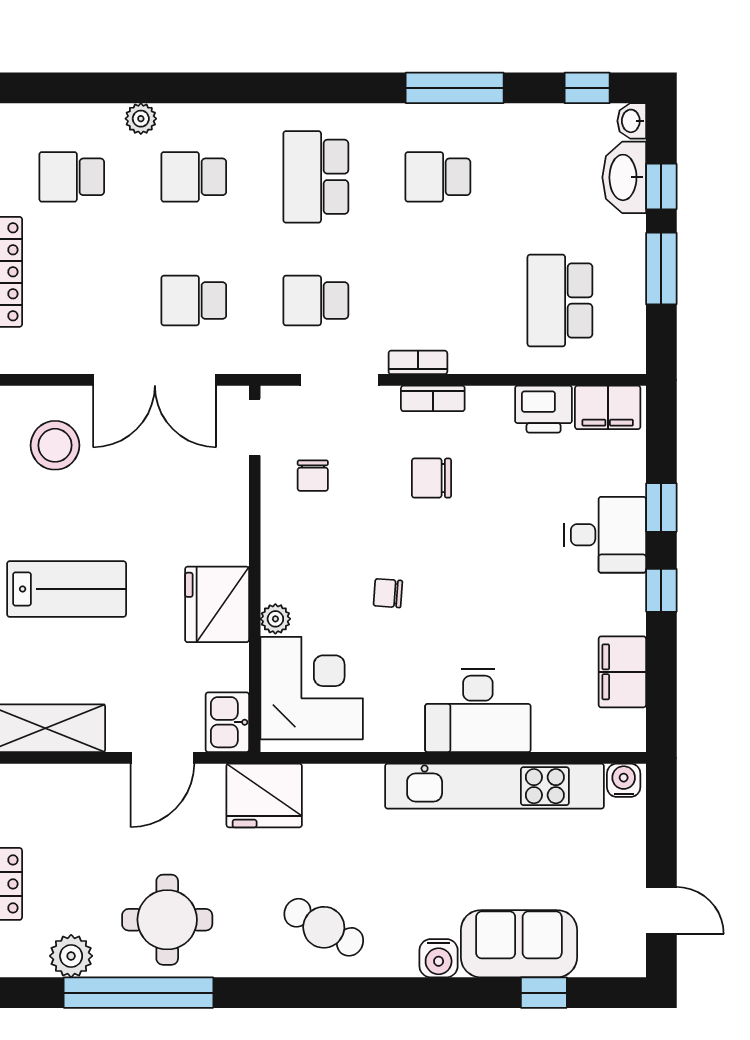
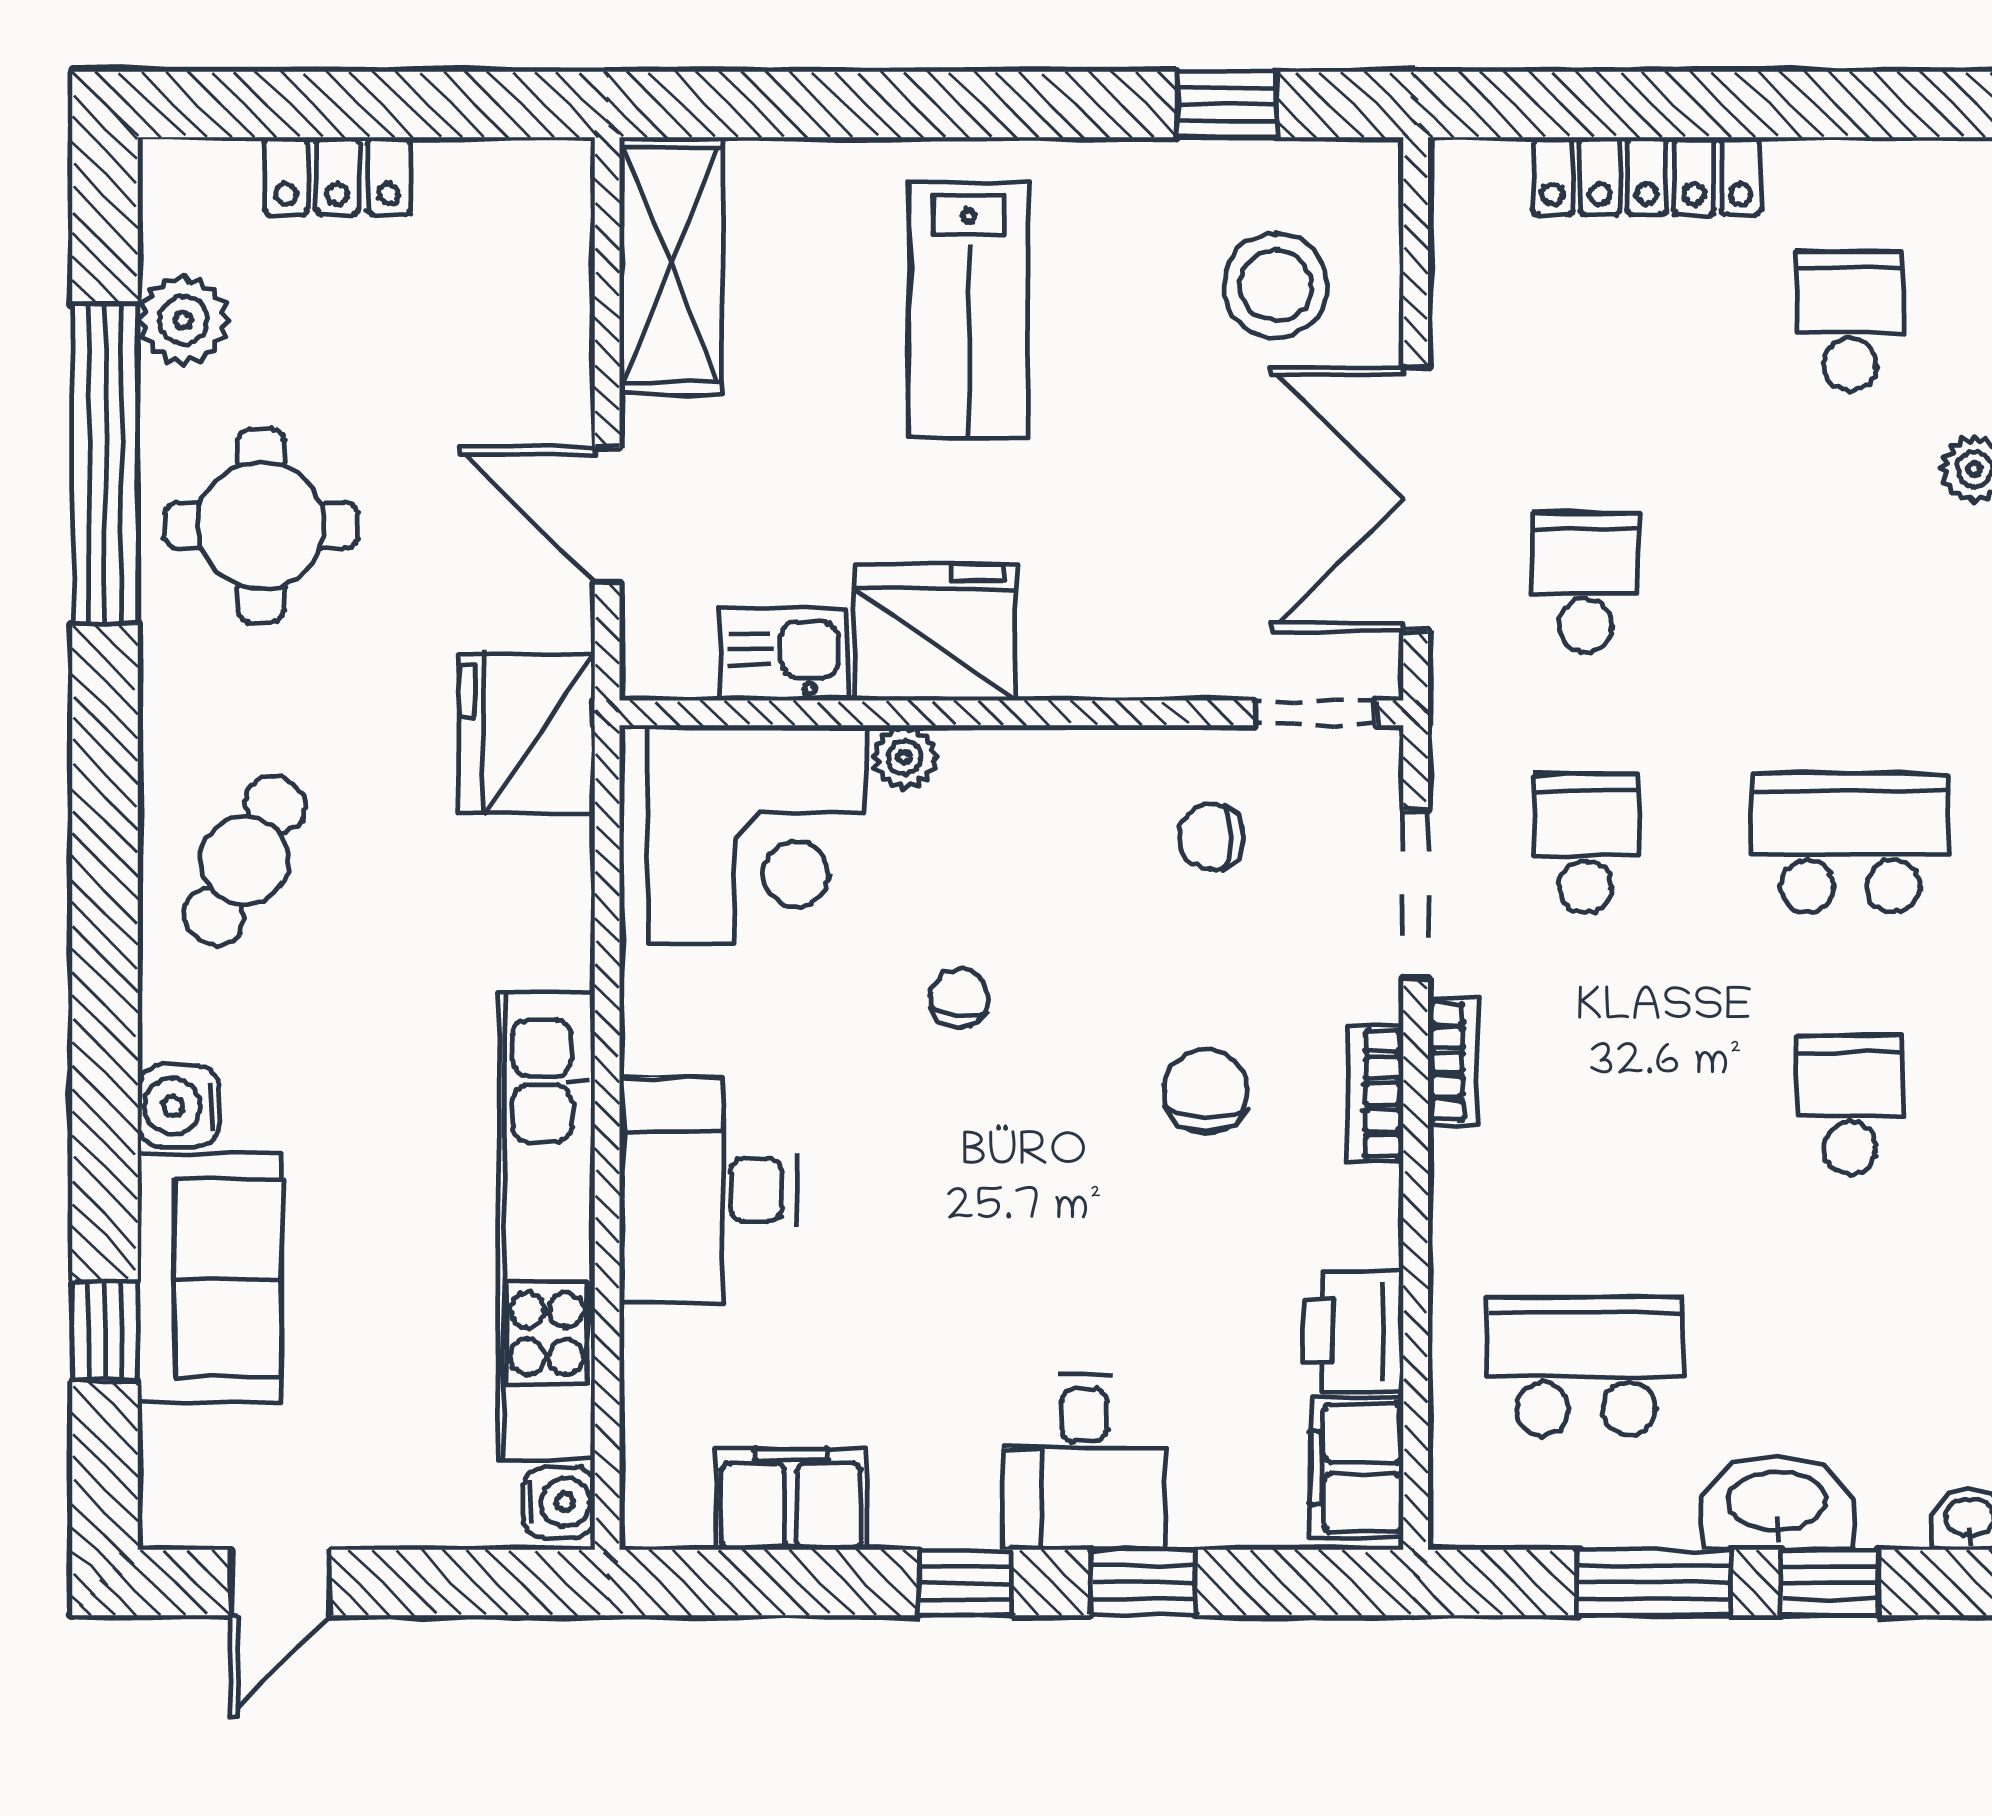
school desk: (194, 177) -> (1850, 582), removed
washbasin: (624, 177) -> (1777, 1503), moved
kitchen sink: (227, 722) -> (784, 654), moved

